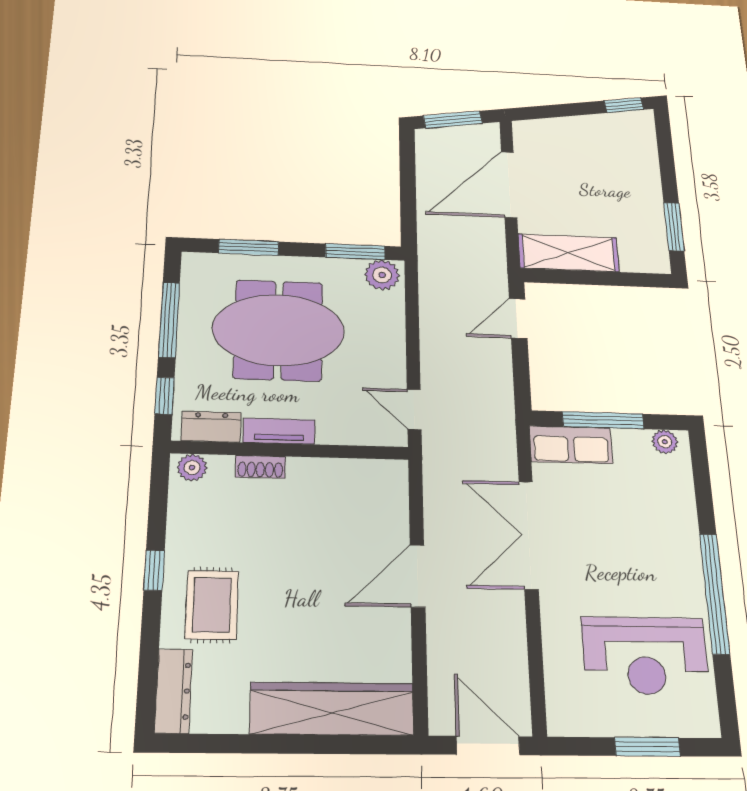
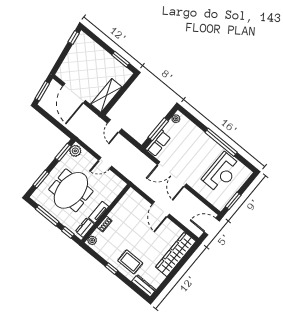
door: (414, 409) -> (105, 163), moved
window: (647, 747) -> (233, 201), moved

